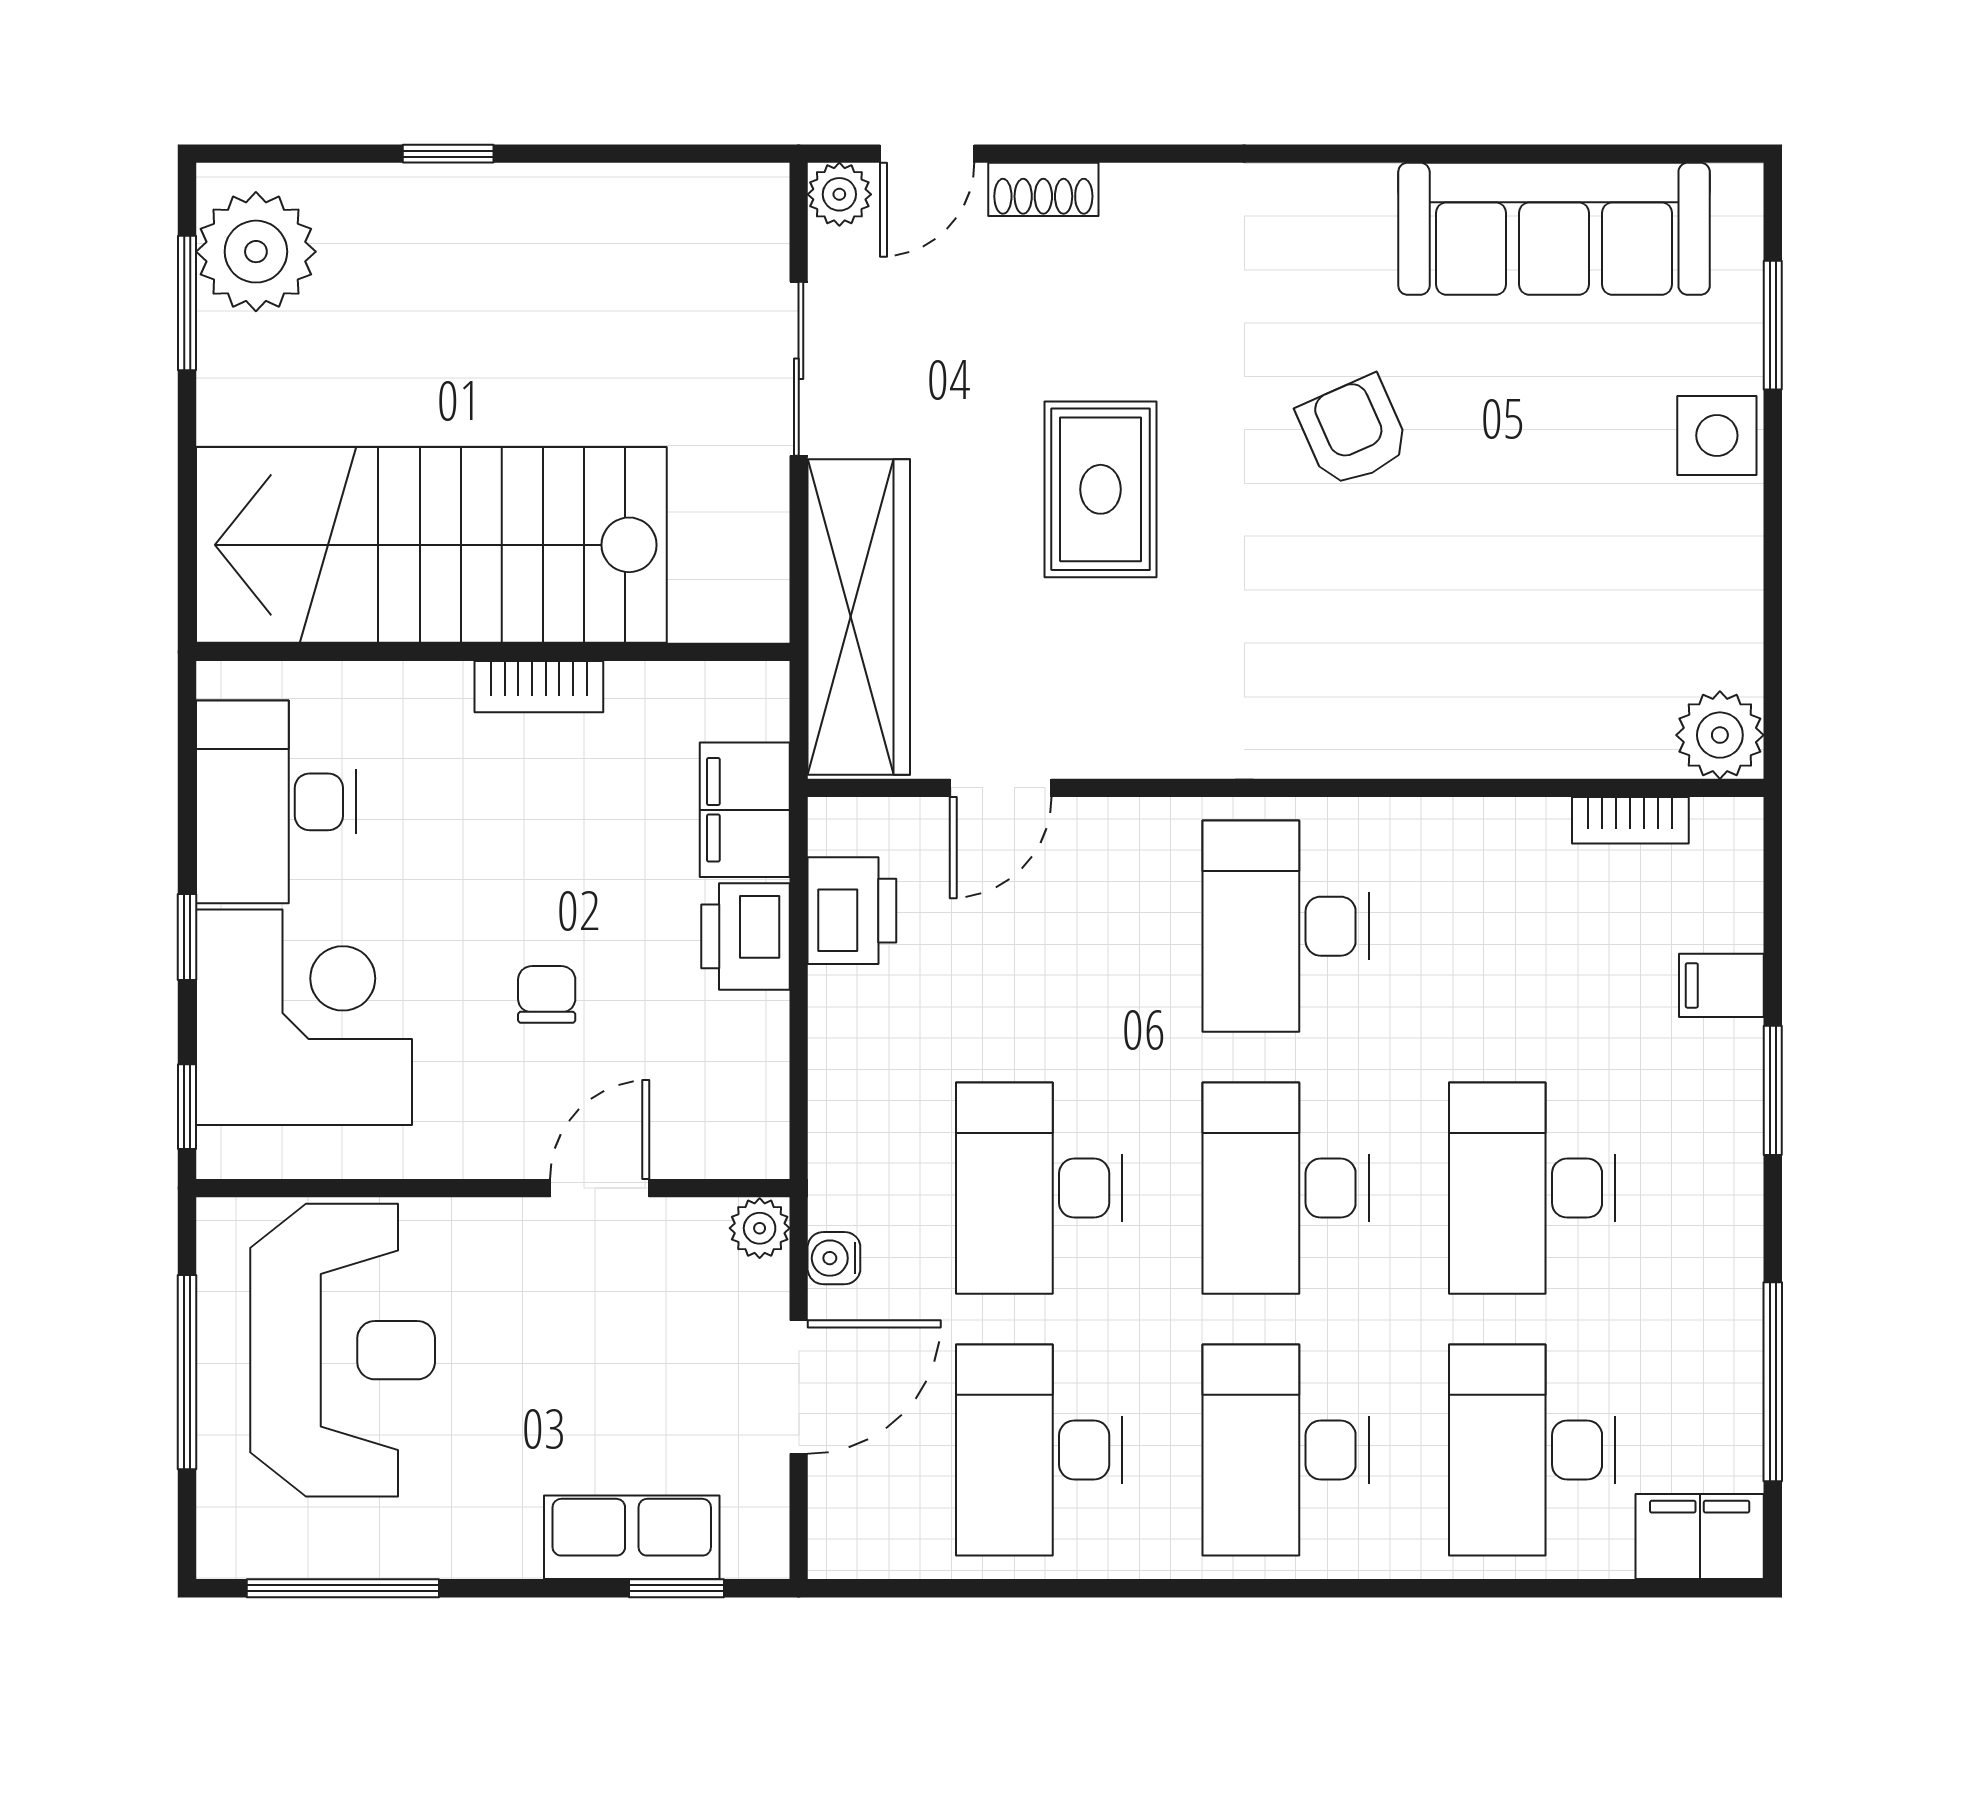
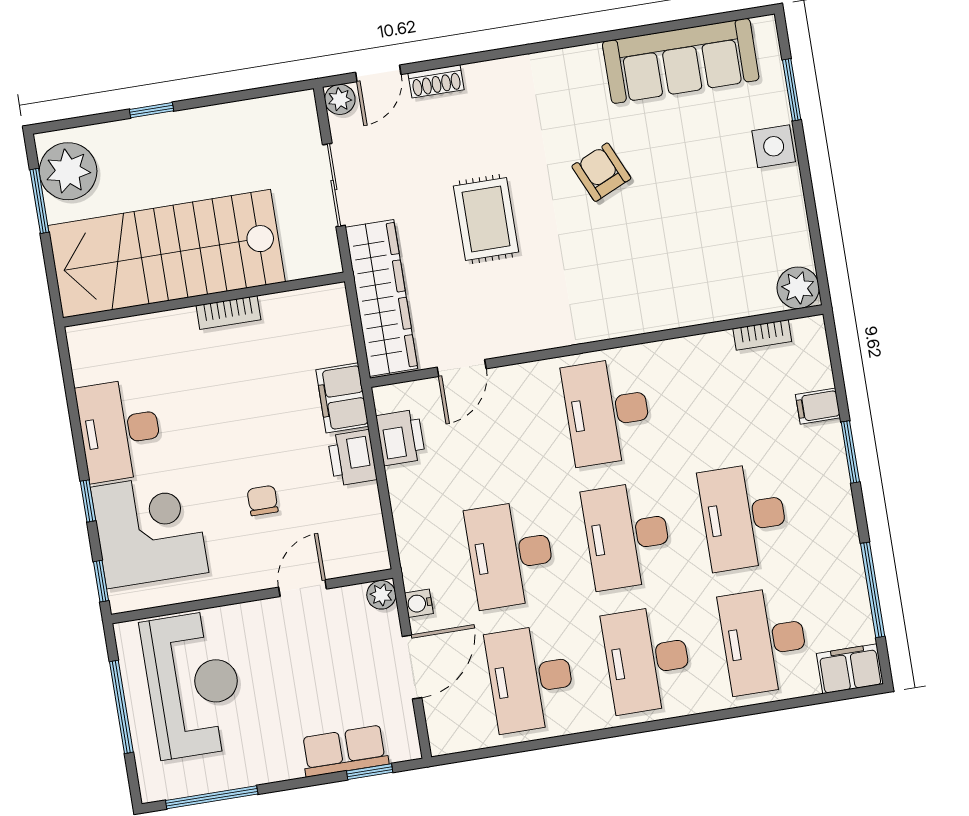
stairs: (431, 545) -> (167, 254), moved
wall: (493, 652) -> (204, 300), moved
bookcase: (539, 687) -> (228, 313), moved

